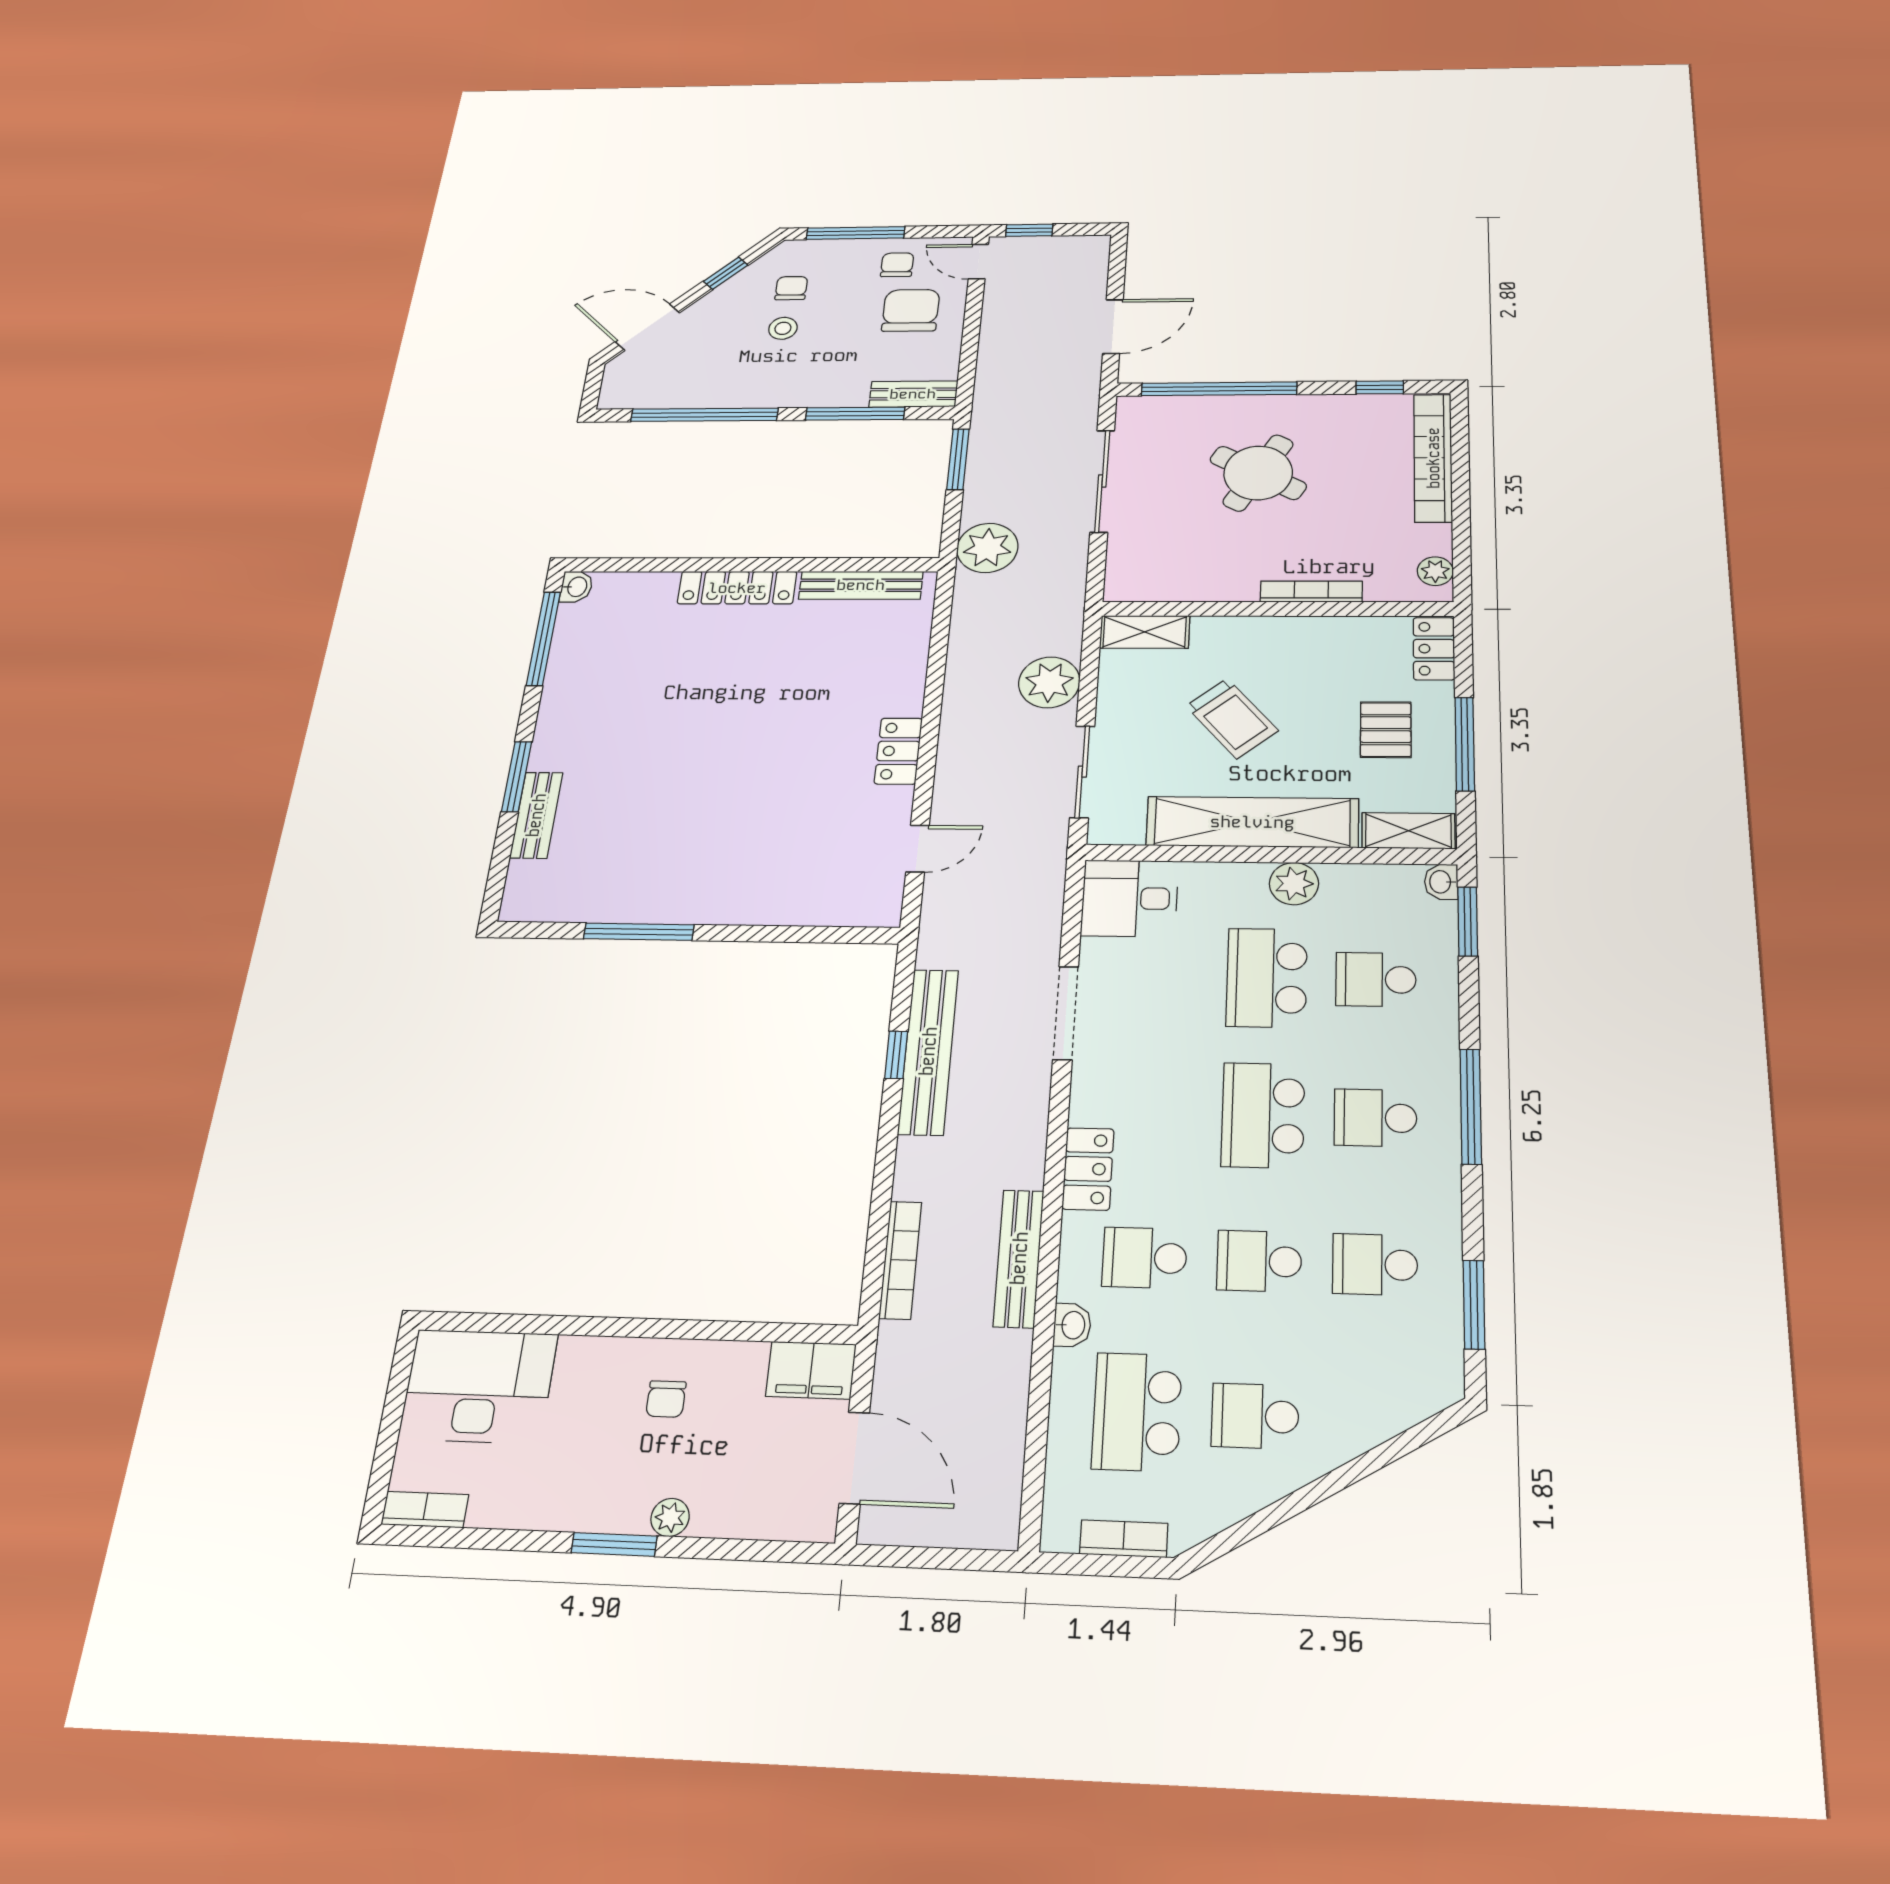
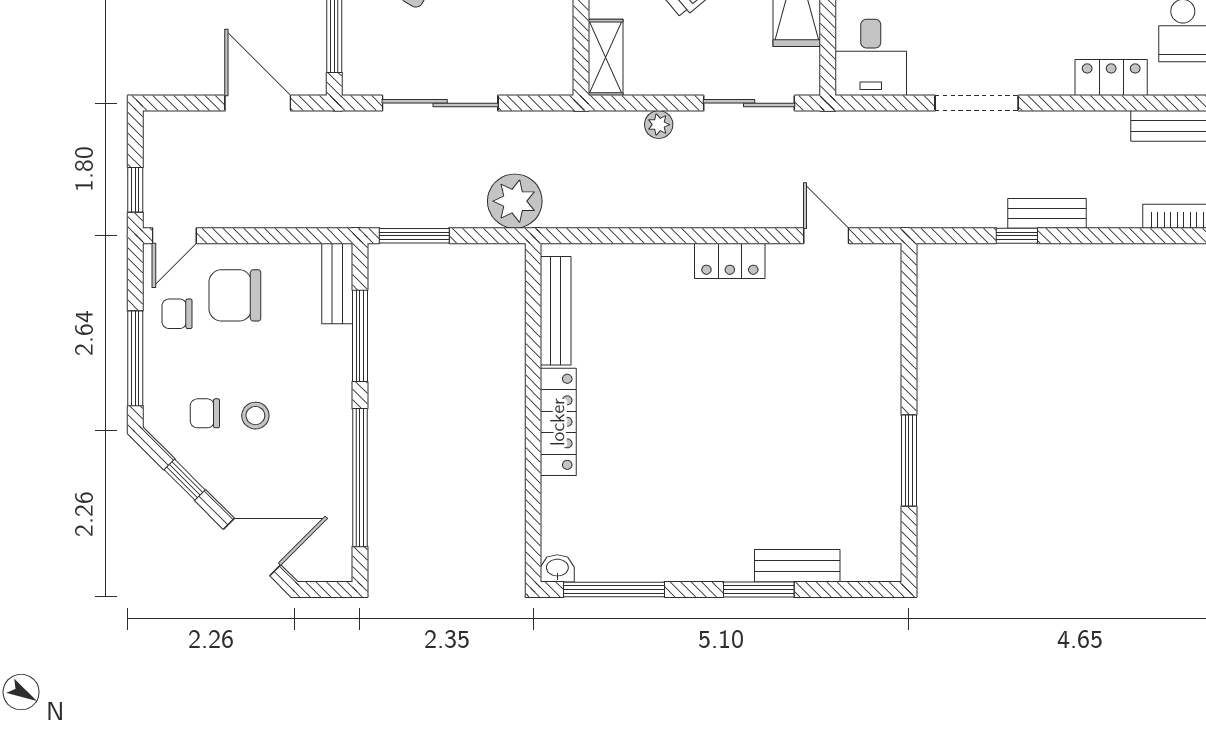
door: (647, 327) -> (252, 547), swing flipped
plant: (1049, 682) -> (659, 125), width x0.53, depth x0.53
bench: (928, 1051) -> (1047, 213), width x0.54, depth x0.82

